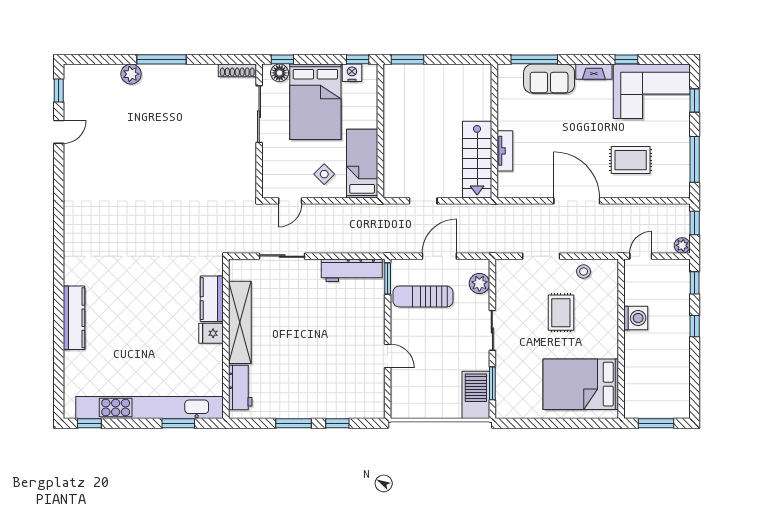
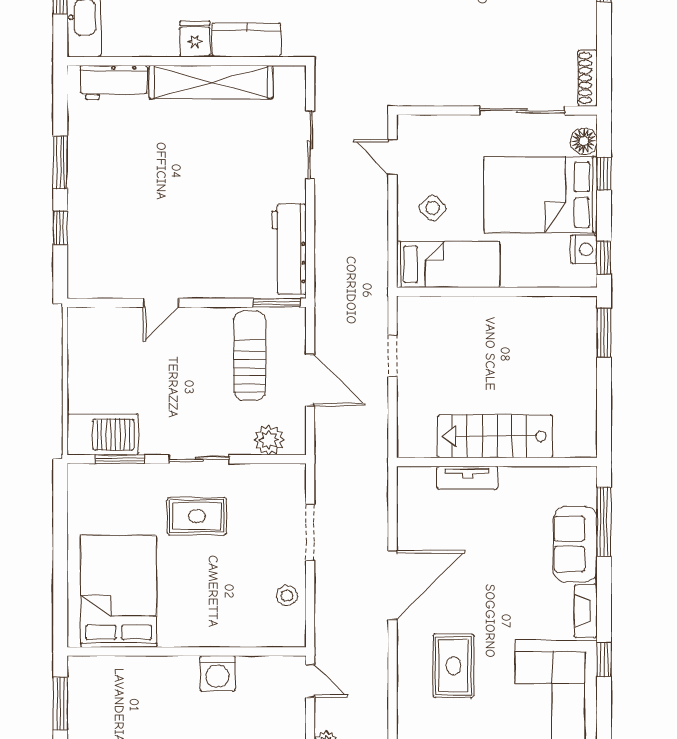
window: (282, 59) -> (604, 174), moved
stairs: (477, 160) -> (495, 436), moved
rug: (561, 313) -> (197, 516), moved

